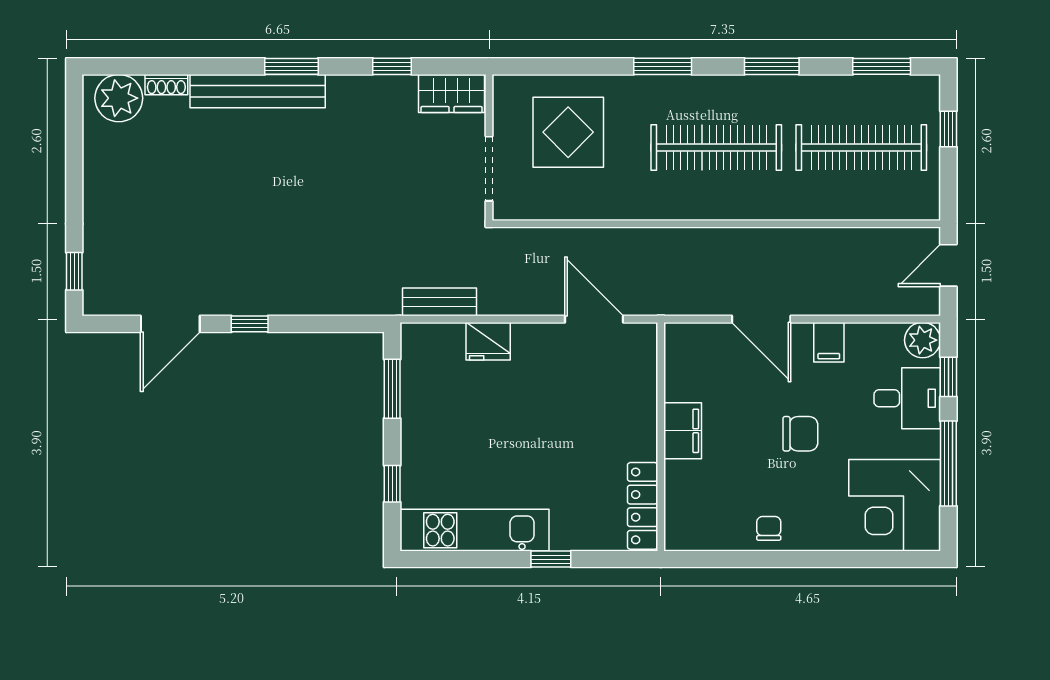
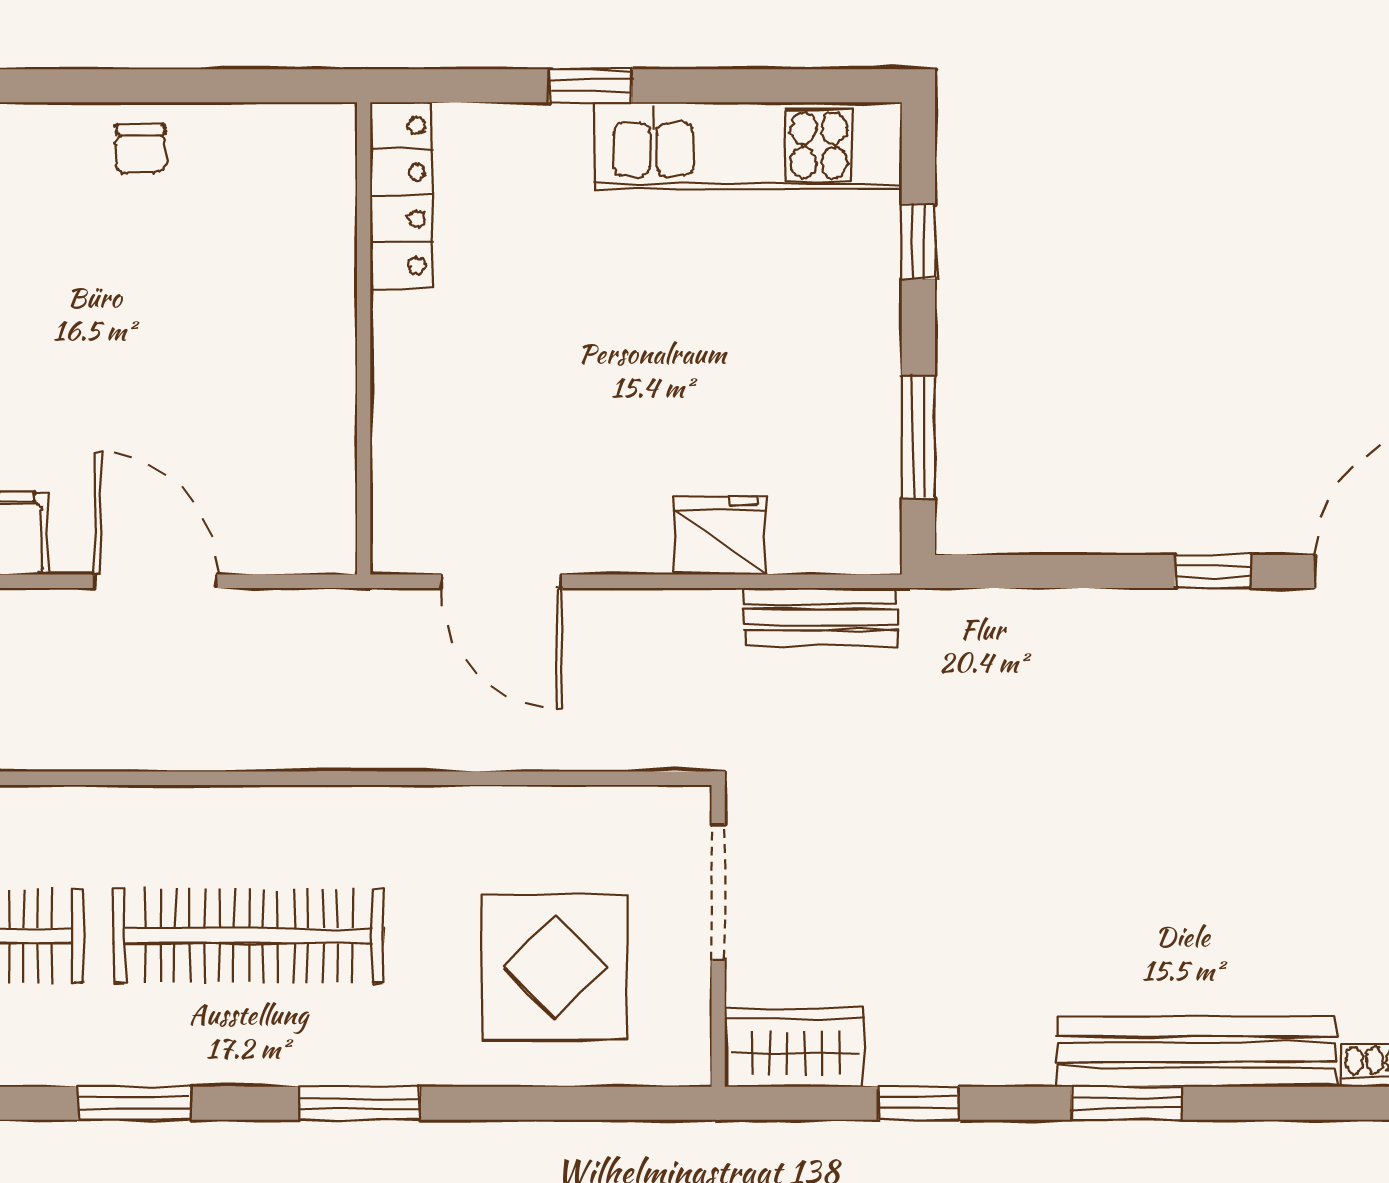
filing cabinet: (683, 431) -> (318, 351), removed
chair: (800, 434) -> (75, 344), removed

